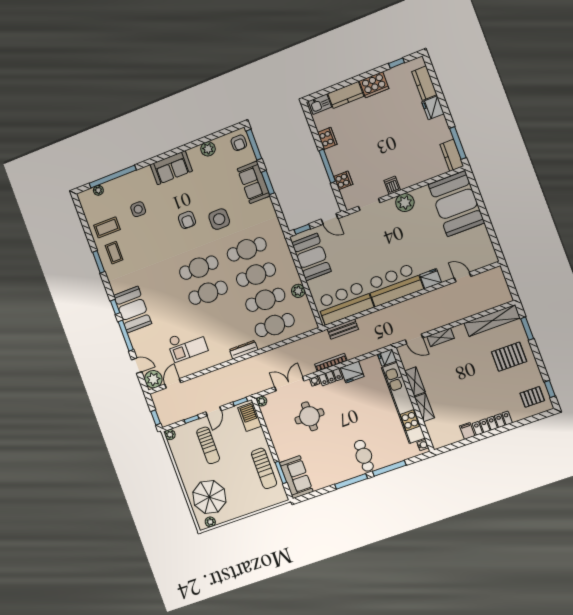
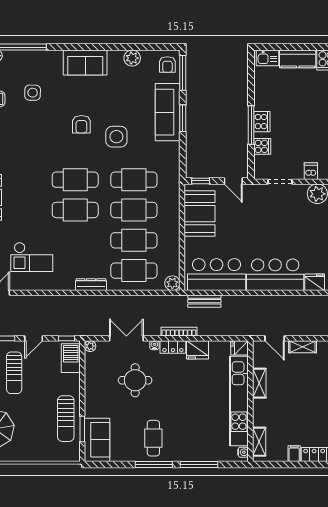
cooker: (327, 138) -> (262, 122), moved
sofa: (254, 182) -> (168, 112), width x1.36
plant: (298, 291) -> (172, 283), moved
shelving: (424, 408) -> (259, 442), moved
cafe table: (364, 456) -> (153, 438), moved

